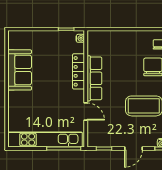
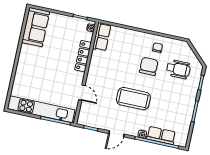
sofa: (20, 70) -> (36, 27), moved
row of seats: (94, 78) -> (102, 37), moved, width x0.68

